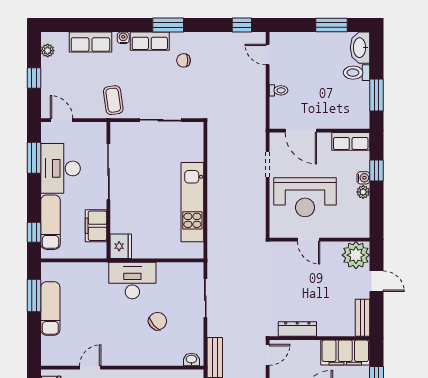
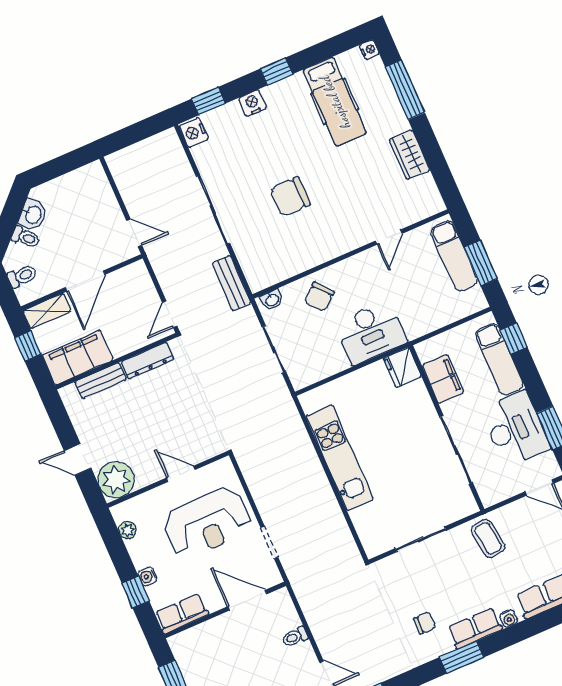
plant: (363, 192) -> (128, 530), moved
reception desk: (305, 197) -> (207, 523), turned 180
bench: (363, 318) -> (101, 381), moved, turned 90
washbasin: (191, 359) -> (272, 300), moved
door: (90, 368) -> (389, 237), moved
wall: (122, 368) -> (351, 254), moved

